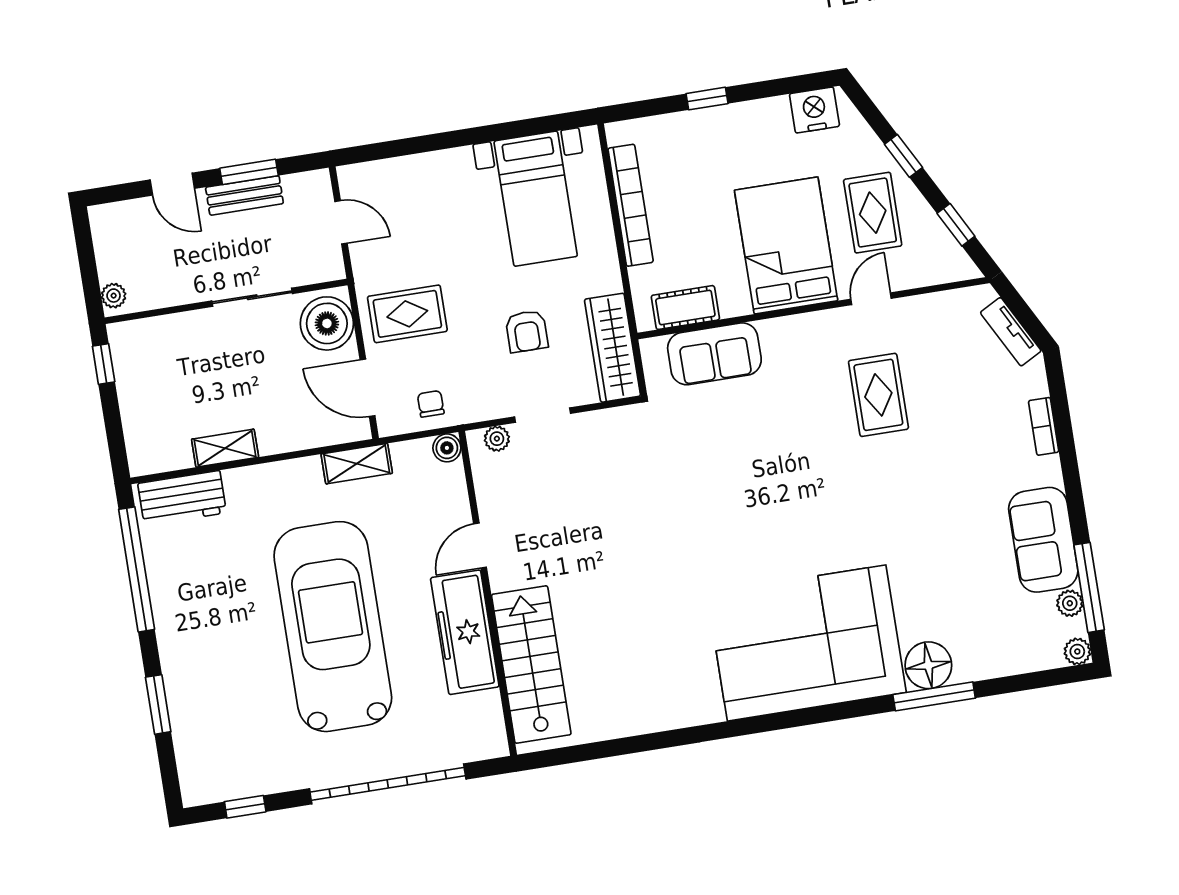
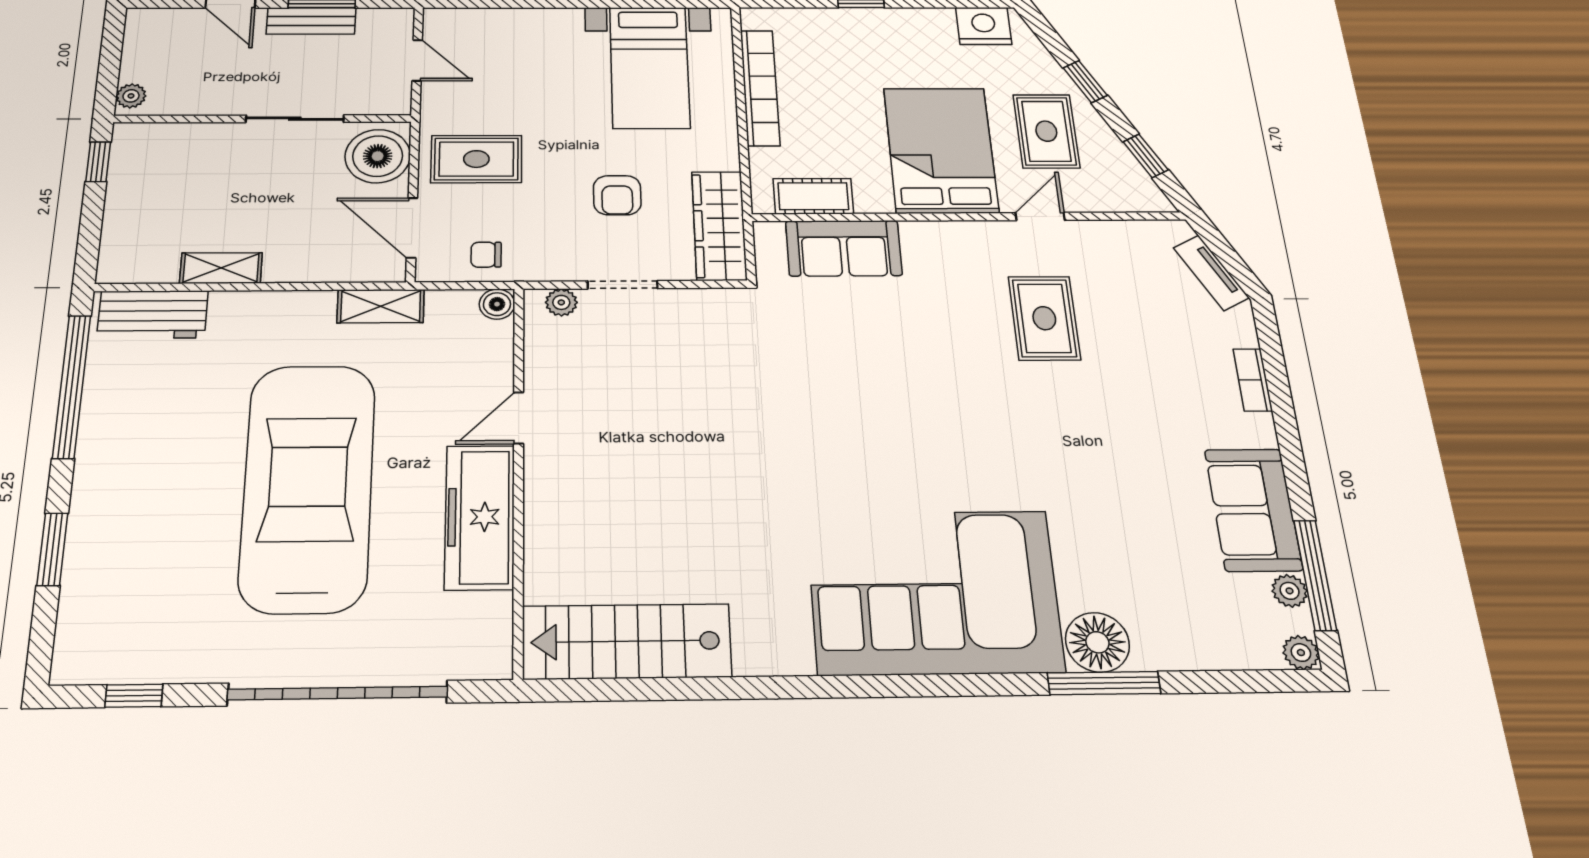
chair: (431, 404) -> (486, 255), turned -90
stairs: (531, 665) -> (627, 641), moved, turned -90

